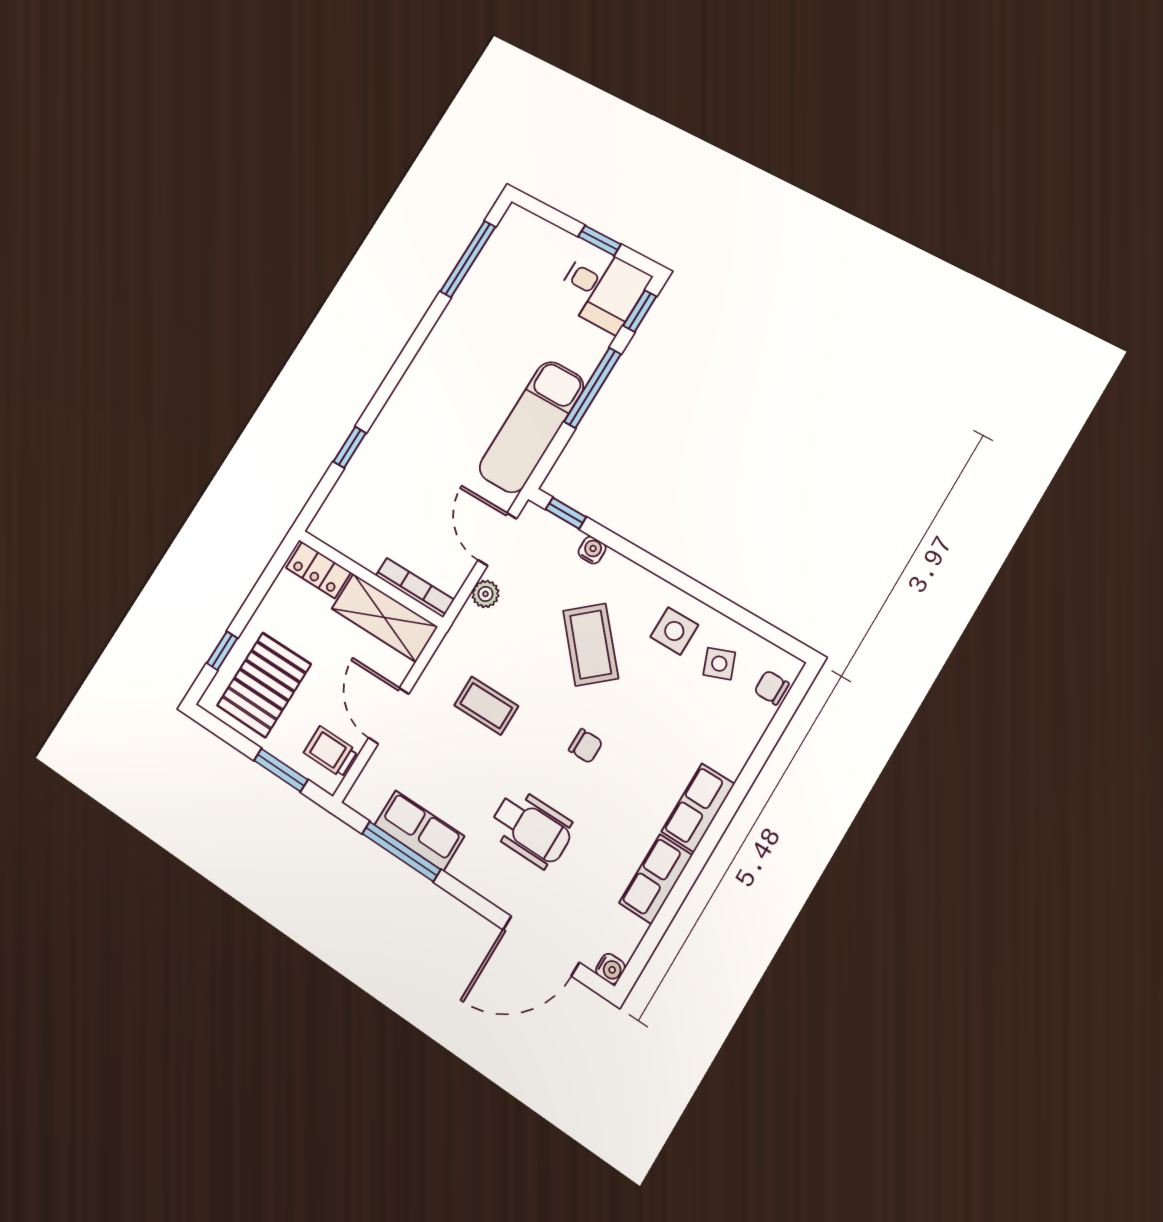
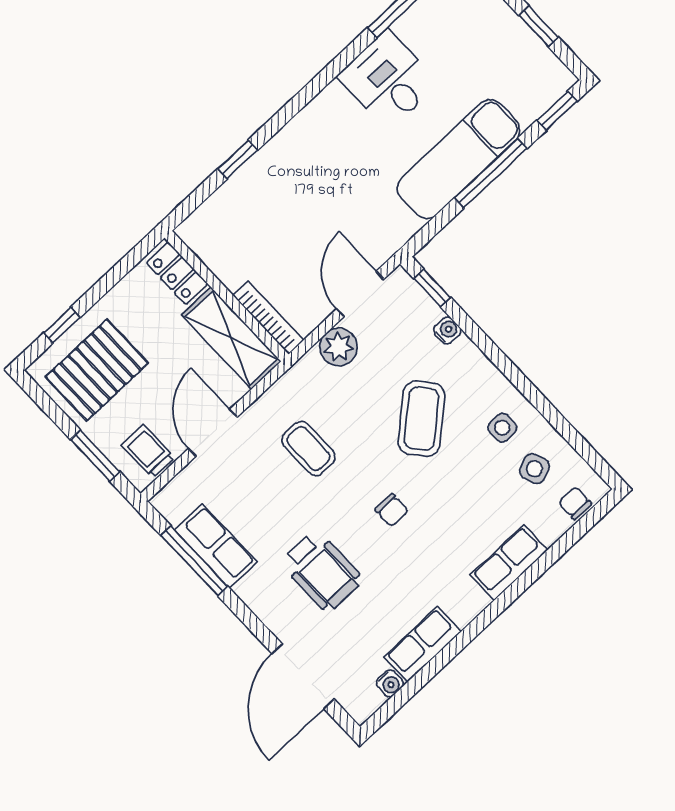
desk: (602, 289) -> (388, 80), moved, turned 180
exam couch: (531, 427) -> (459, 159), moved
plant: (485, 594) -> (338, 347), width x1.38, depth x1.38
side table: (674, 631) -> (502, 428), width x0.73, depth x0.73
row of seats: (698, 808) -> (509, 563), moved
door: (541, 946) -> (303, 676), hinge flipped
water cooler: (610, 969) -> (390, 683), moved

